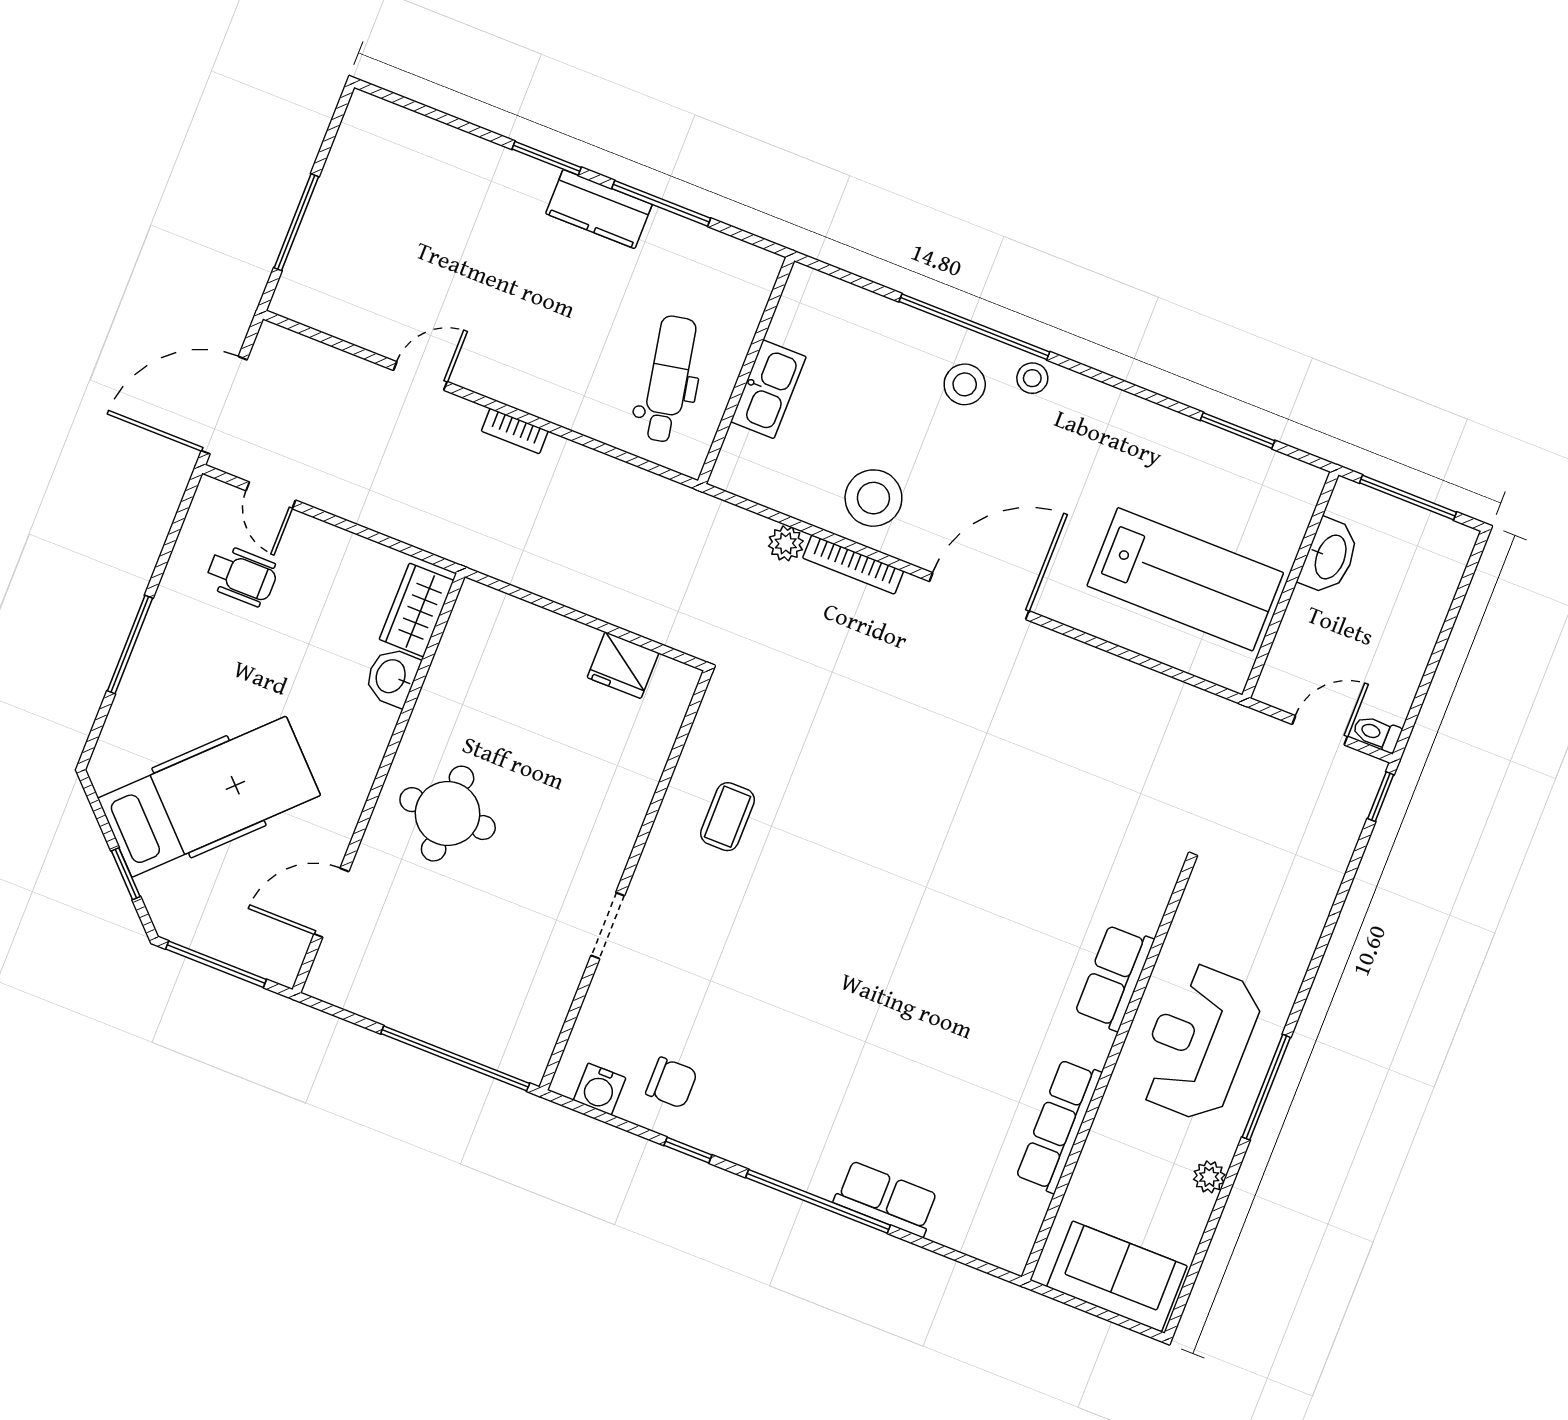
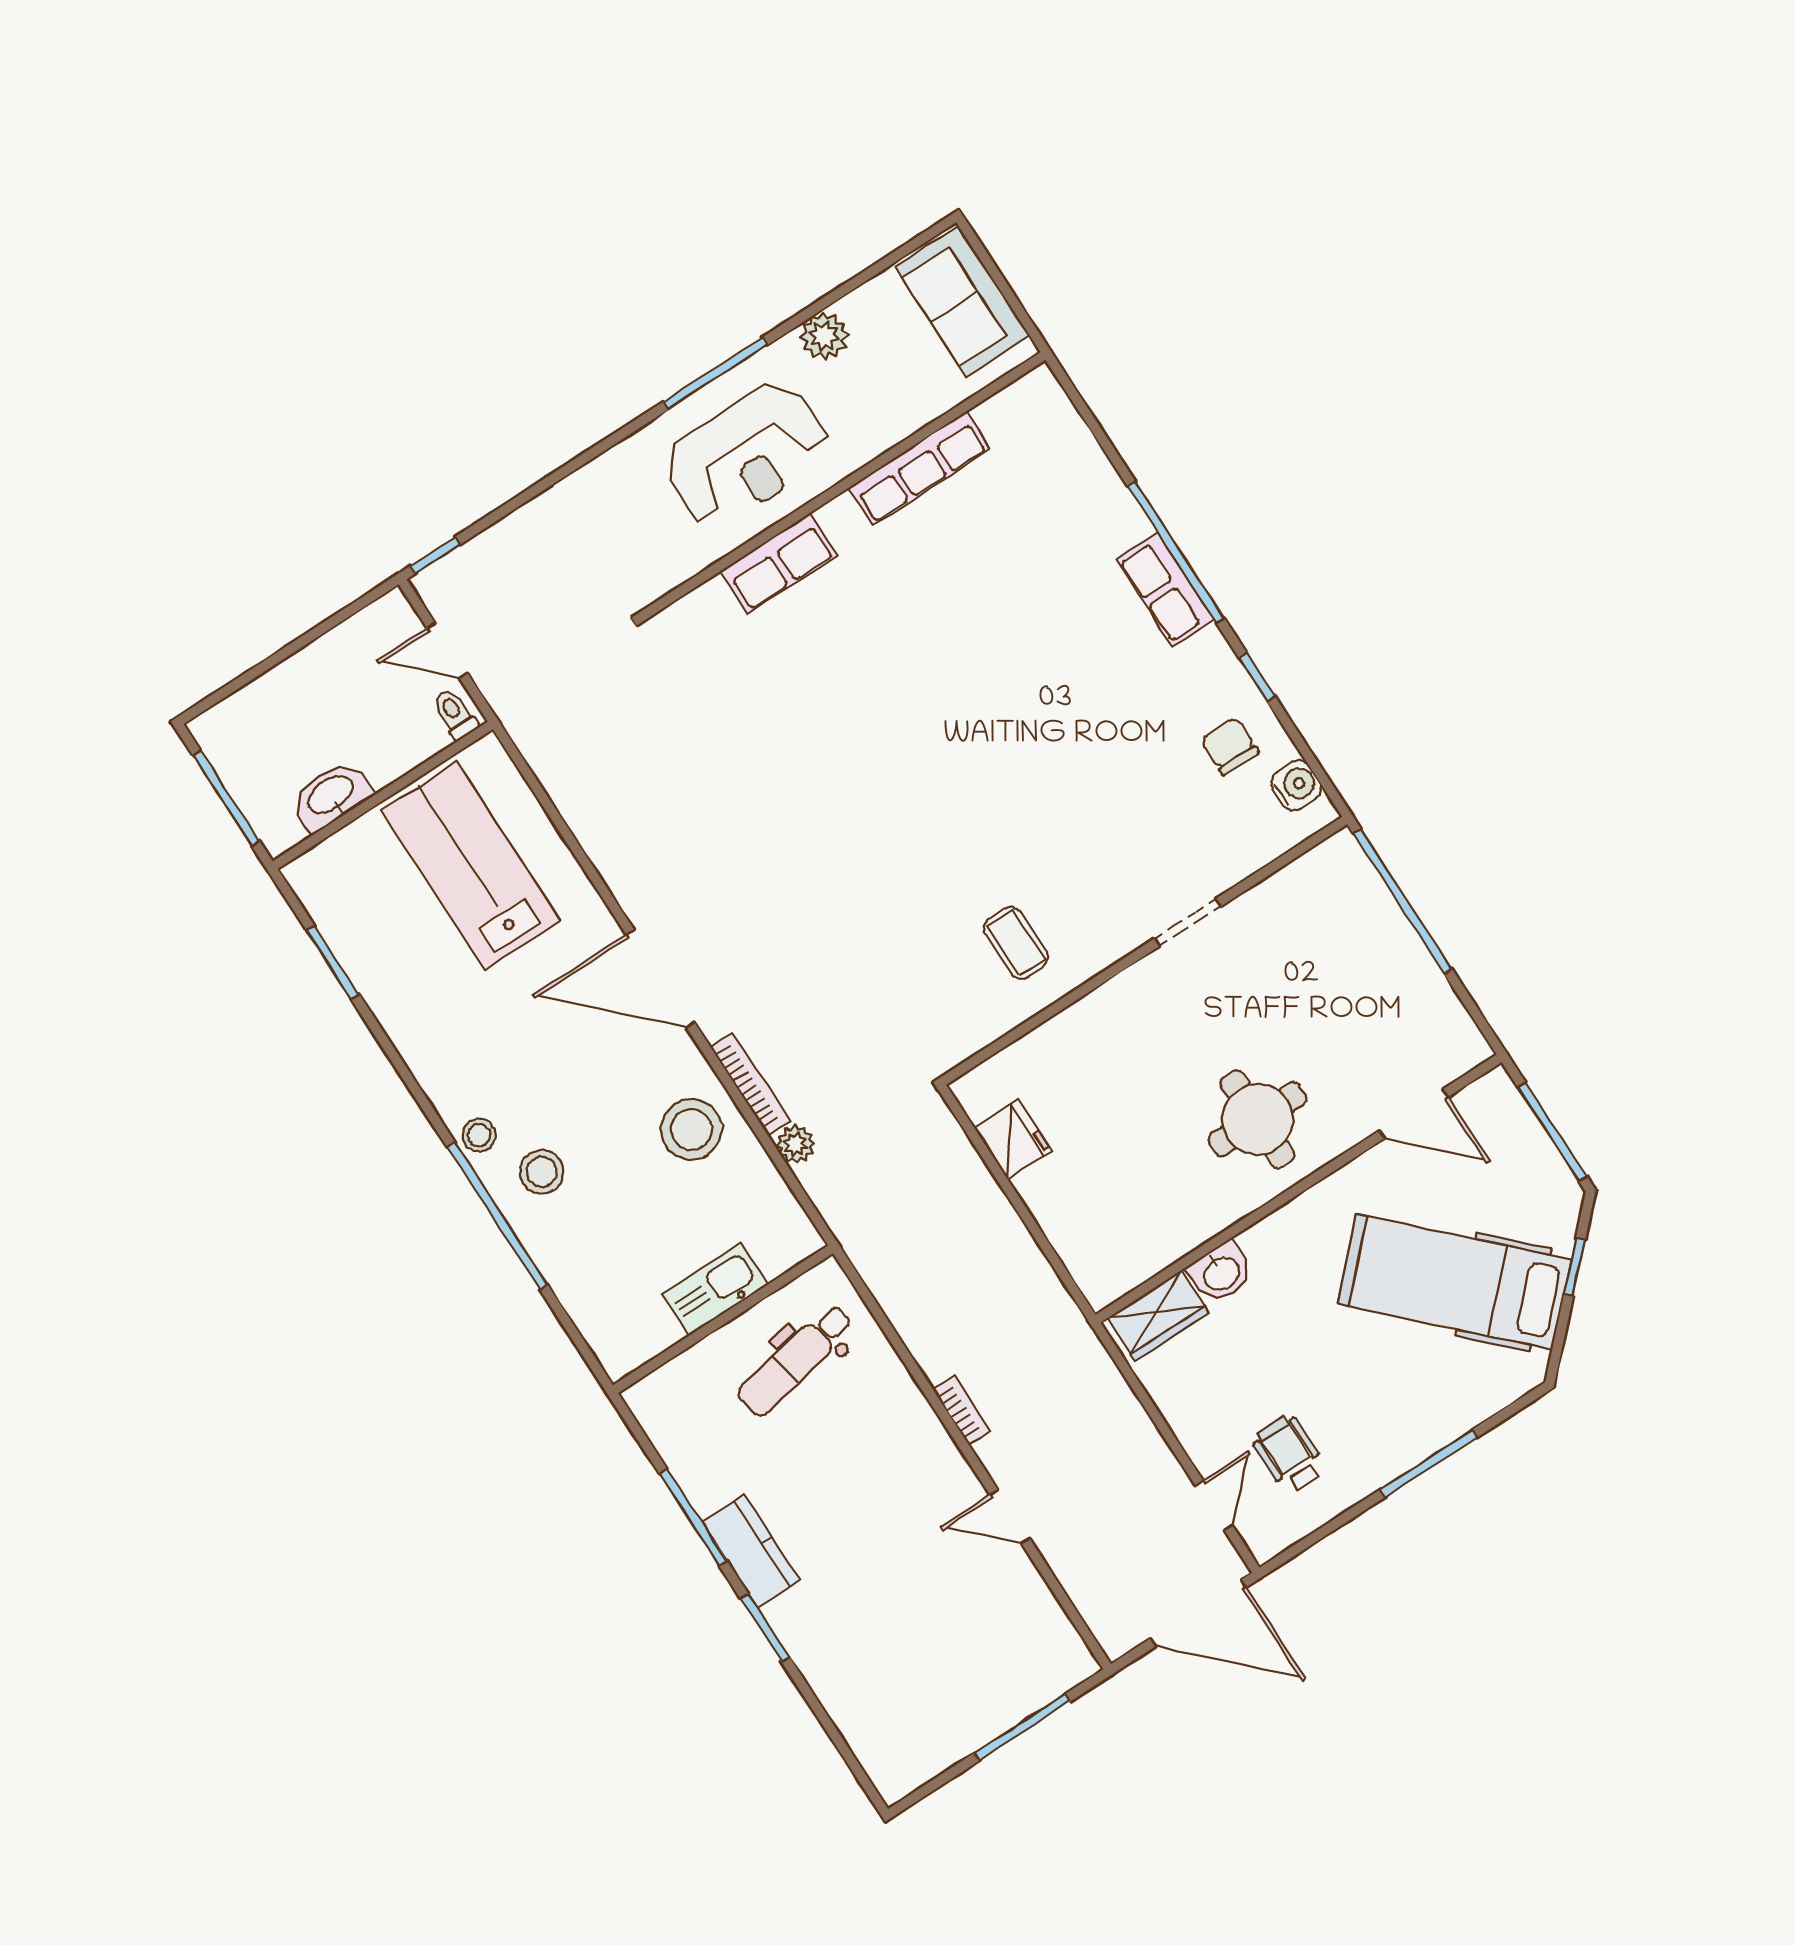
toilet: (1377, 733) -> (455, 714), moved, turned 180
coffee table: (728, 817) -> (1016, 943), turned 90
plant: (1209, 1177) -> (824, 336), width x1.38, depth x1.38
row of seats: (886, 1199) -> (1165, 590), moved

